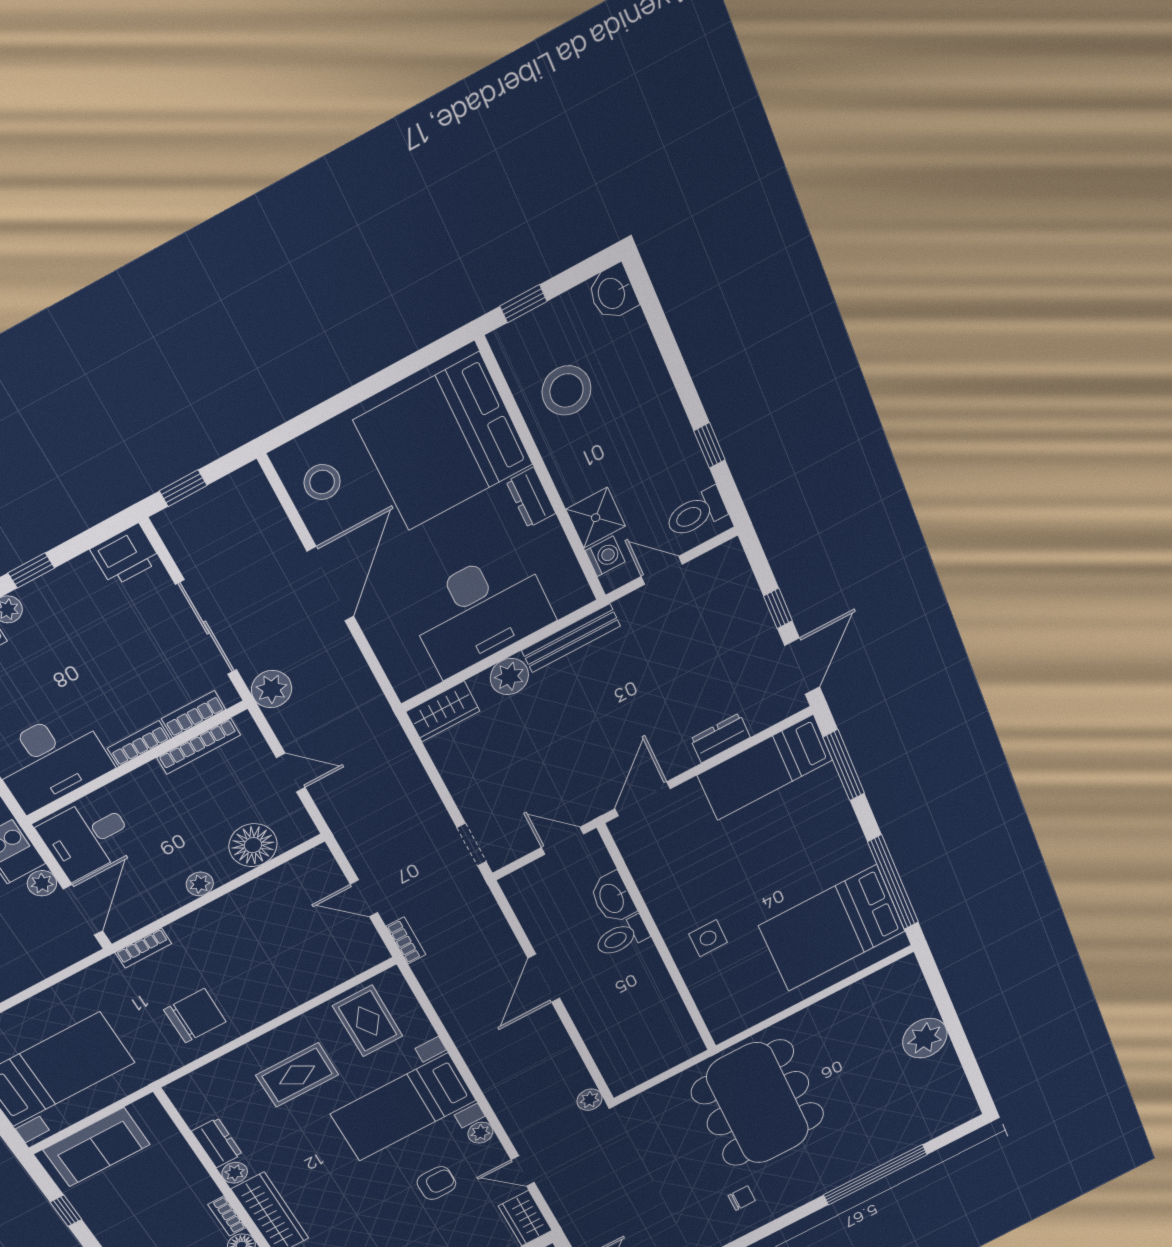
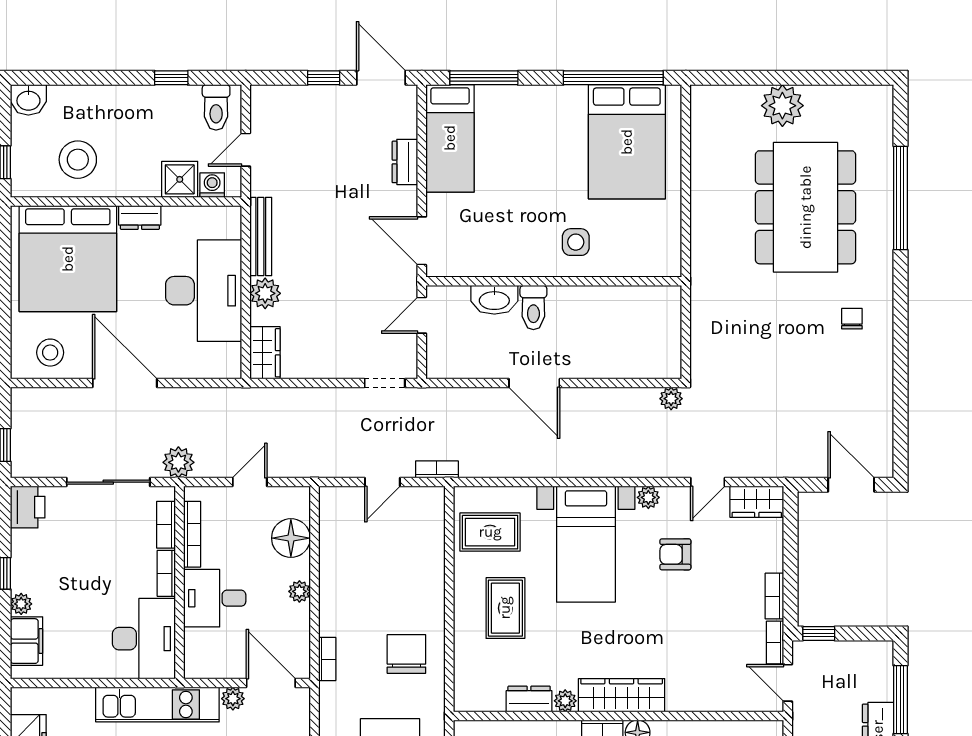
desk: (87, 837) -> (215, 598), moved, turned 90
dining table: (758, 1103) -> (806, 207), moved, turned 90
armchair: (436, 1183) -> (675, 554), turned -90

